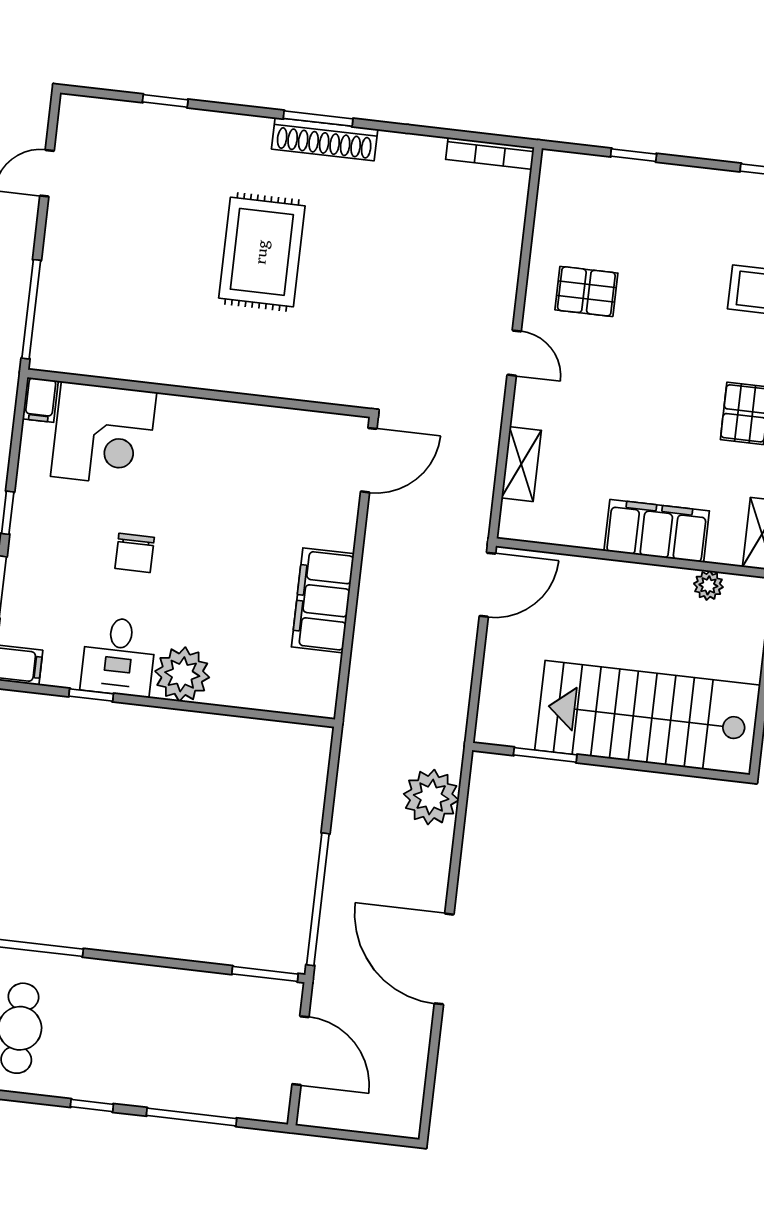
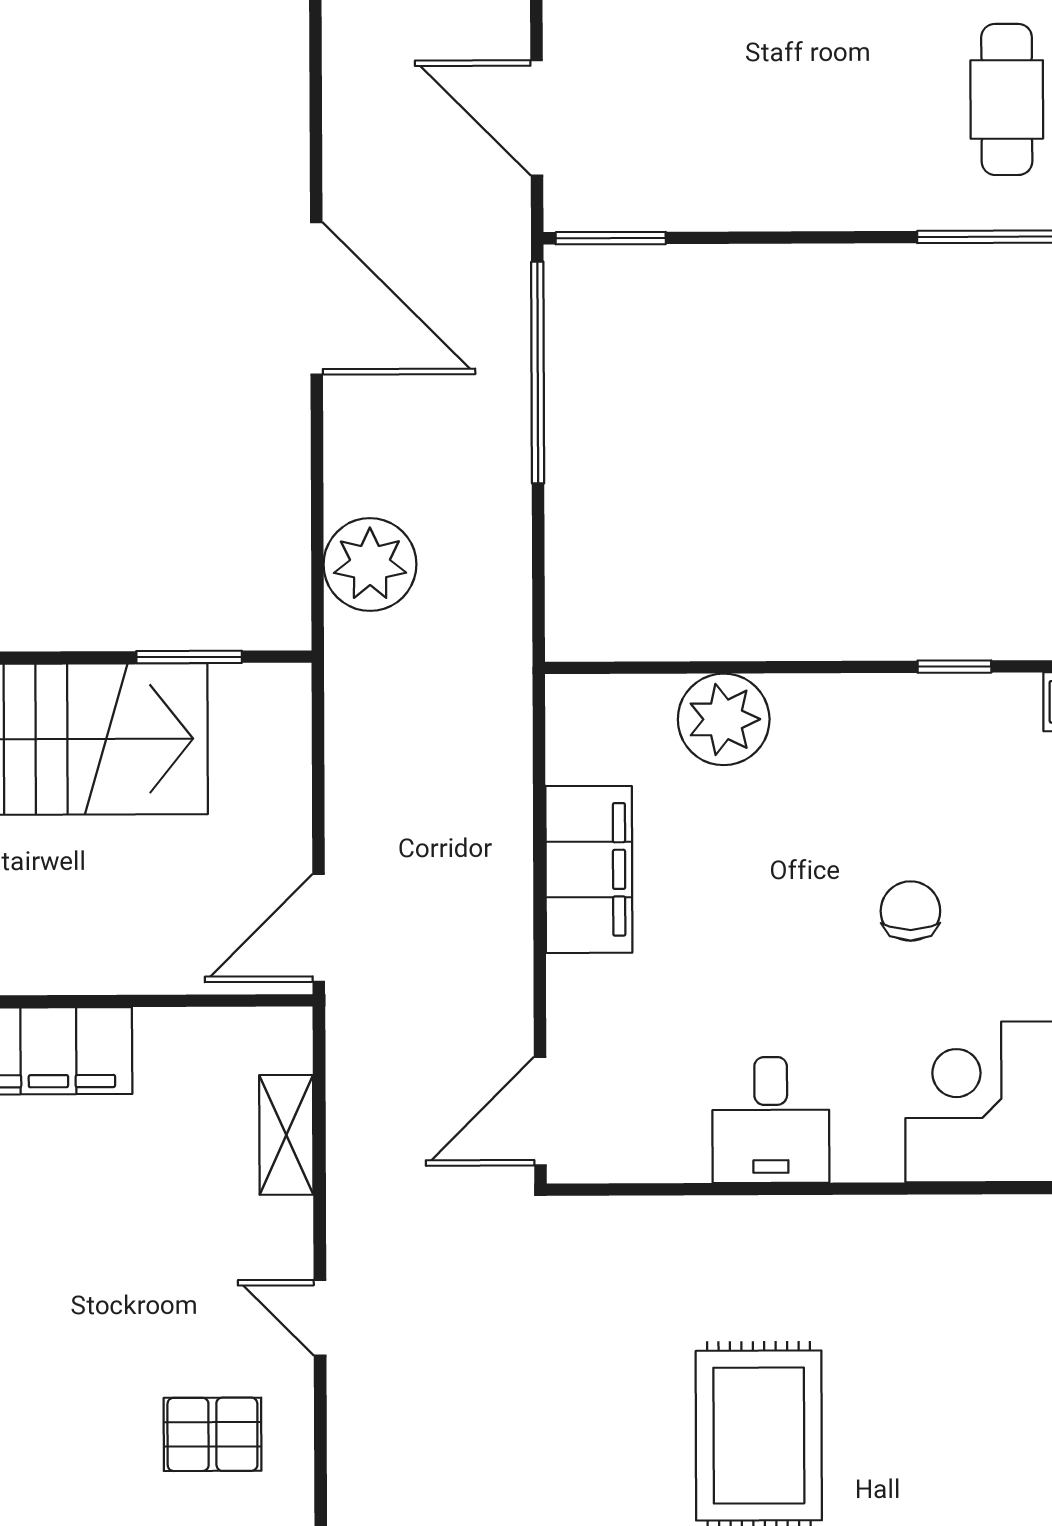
desk: (119, 657) -> (771, 1120), moved, turned 180
plant: (182, 674) -> (724, 719), moved

